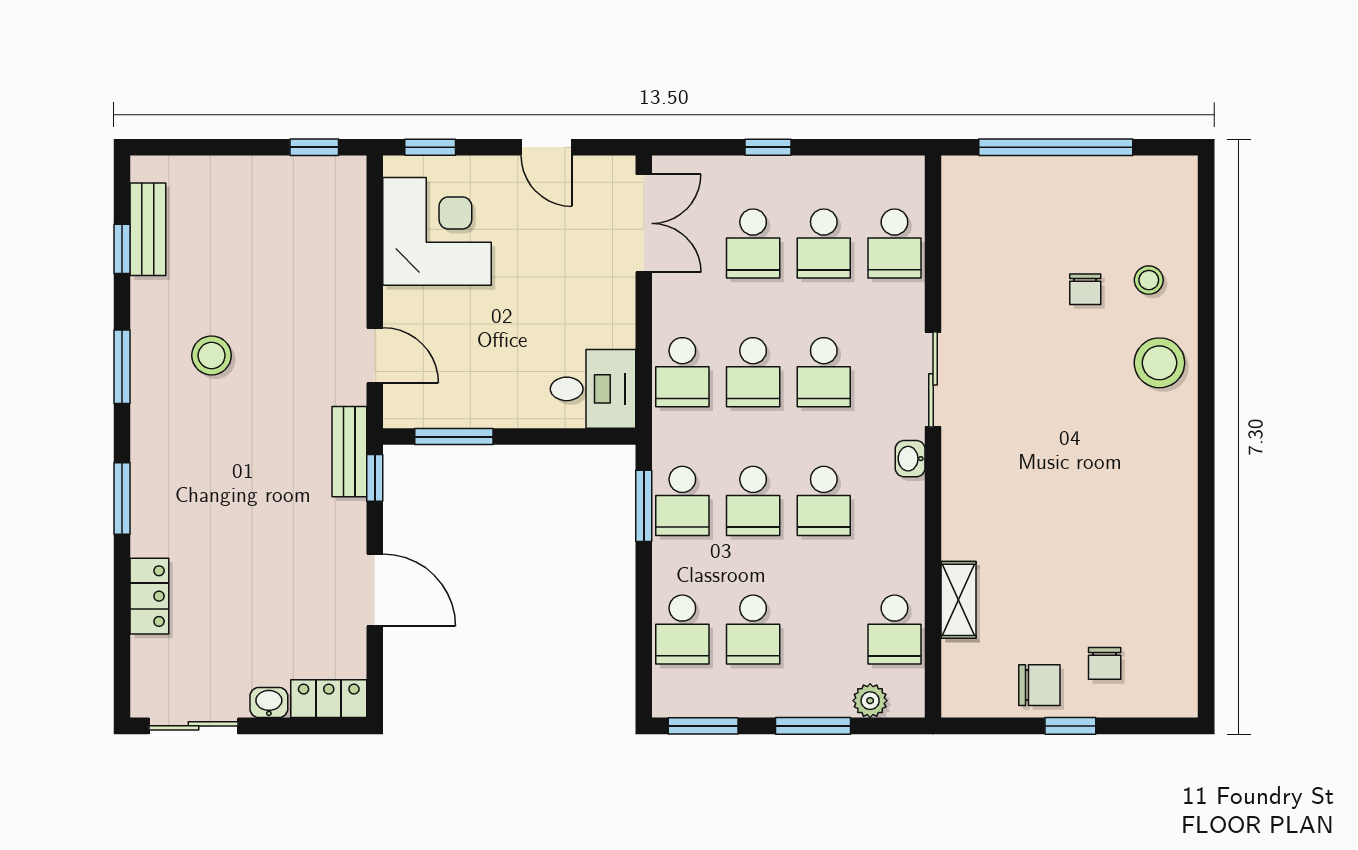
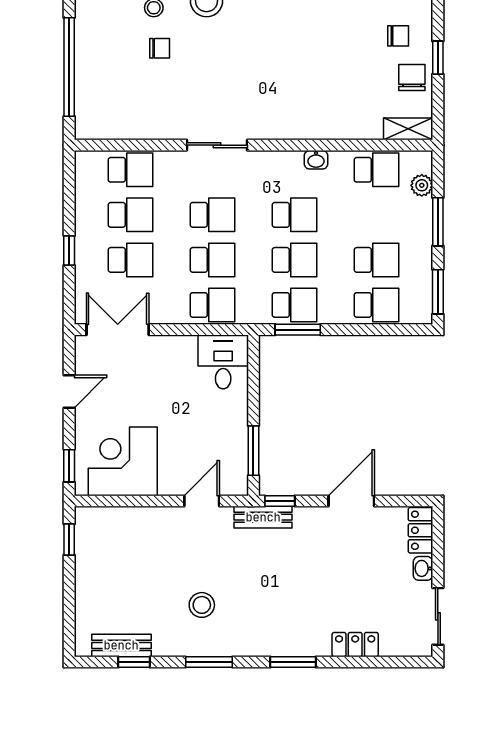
washbasin: (910, 459) -> (316, 160), moved
shelving: (959, 600) -> (408, 129), moved

